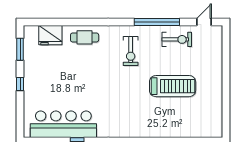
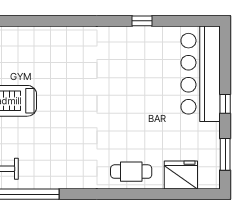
exercise bike: (131, 51) -> (64, 152), removed
bar counter: (63, 124) -> (201, 74), moved, turned 90

